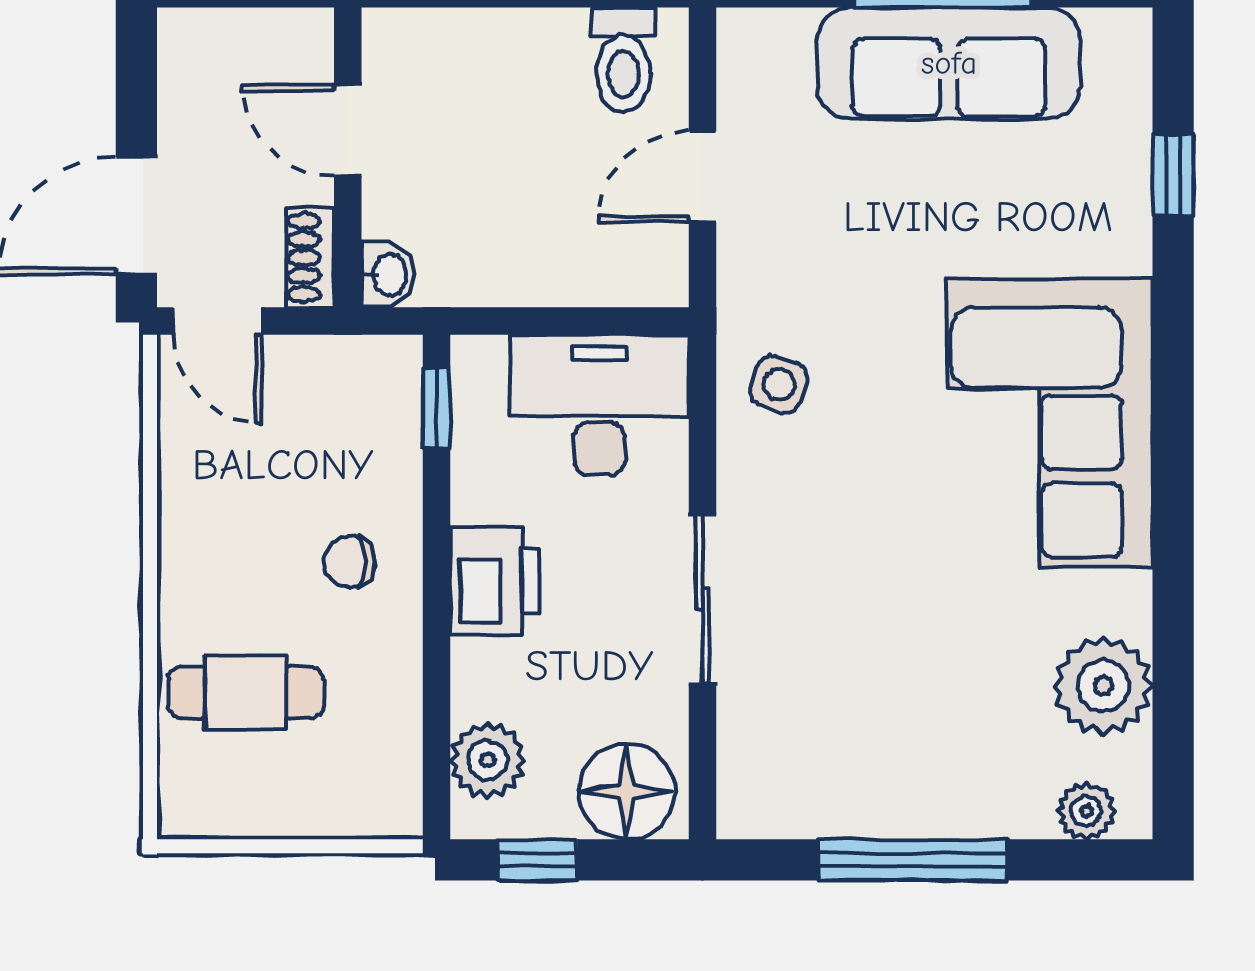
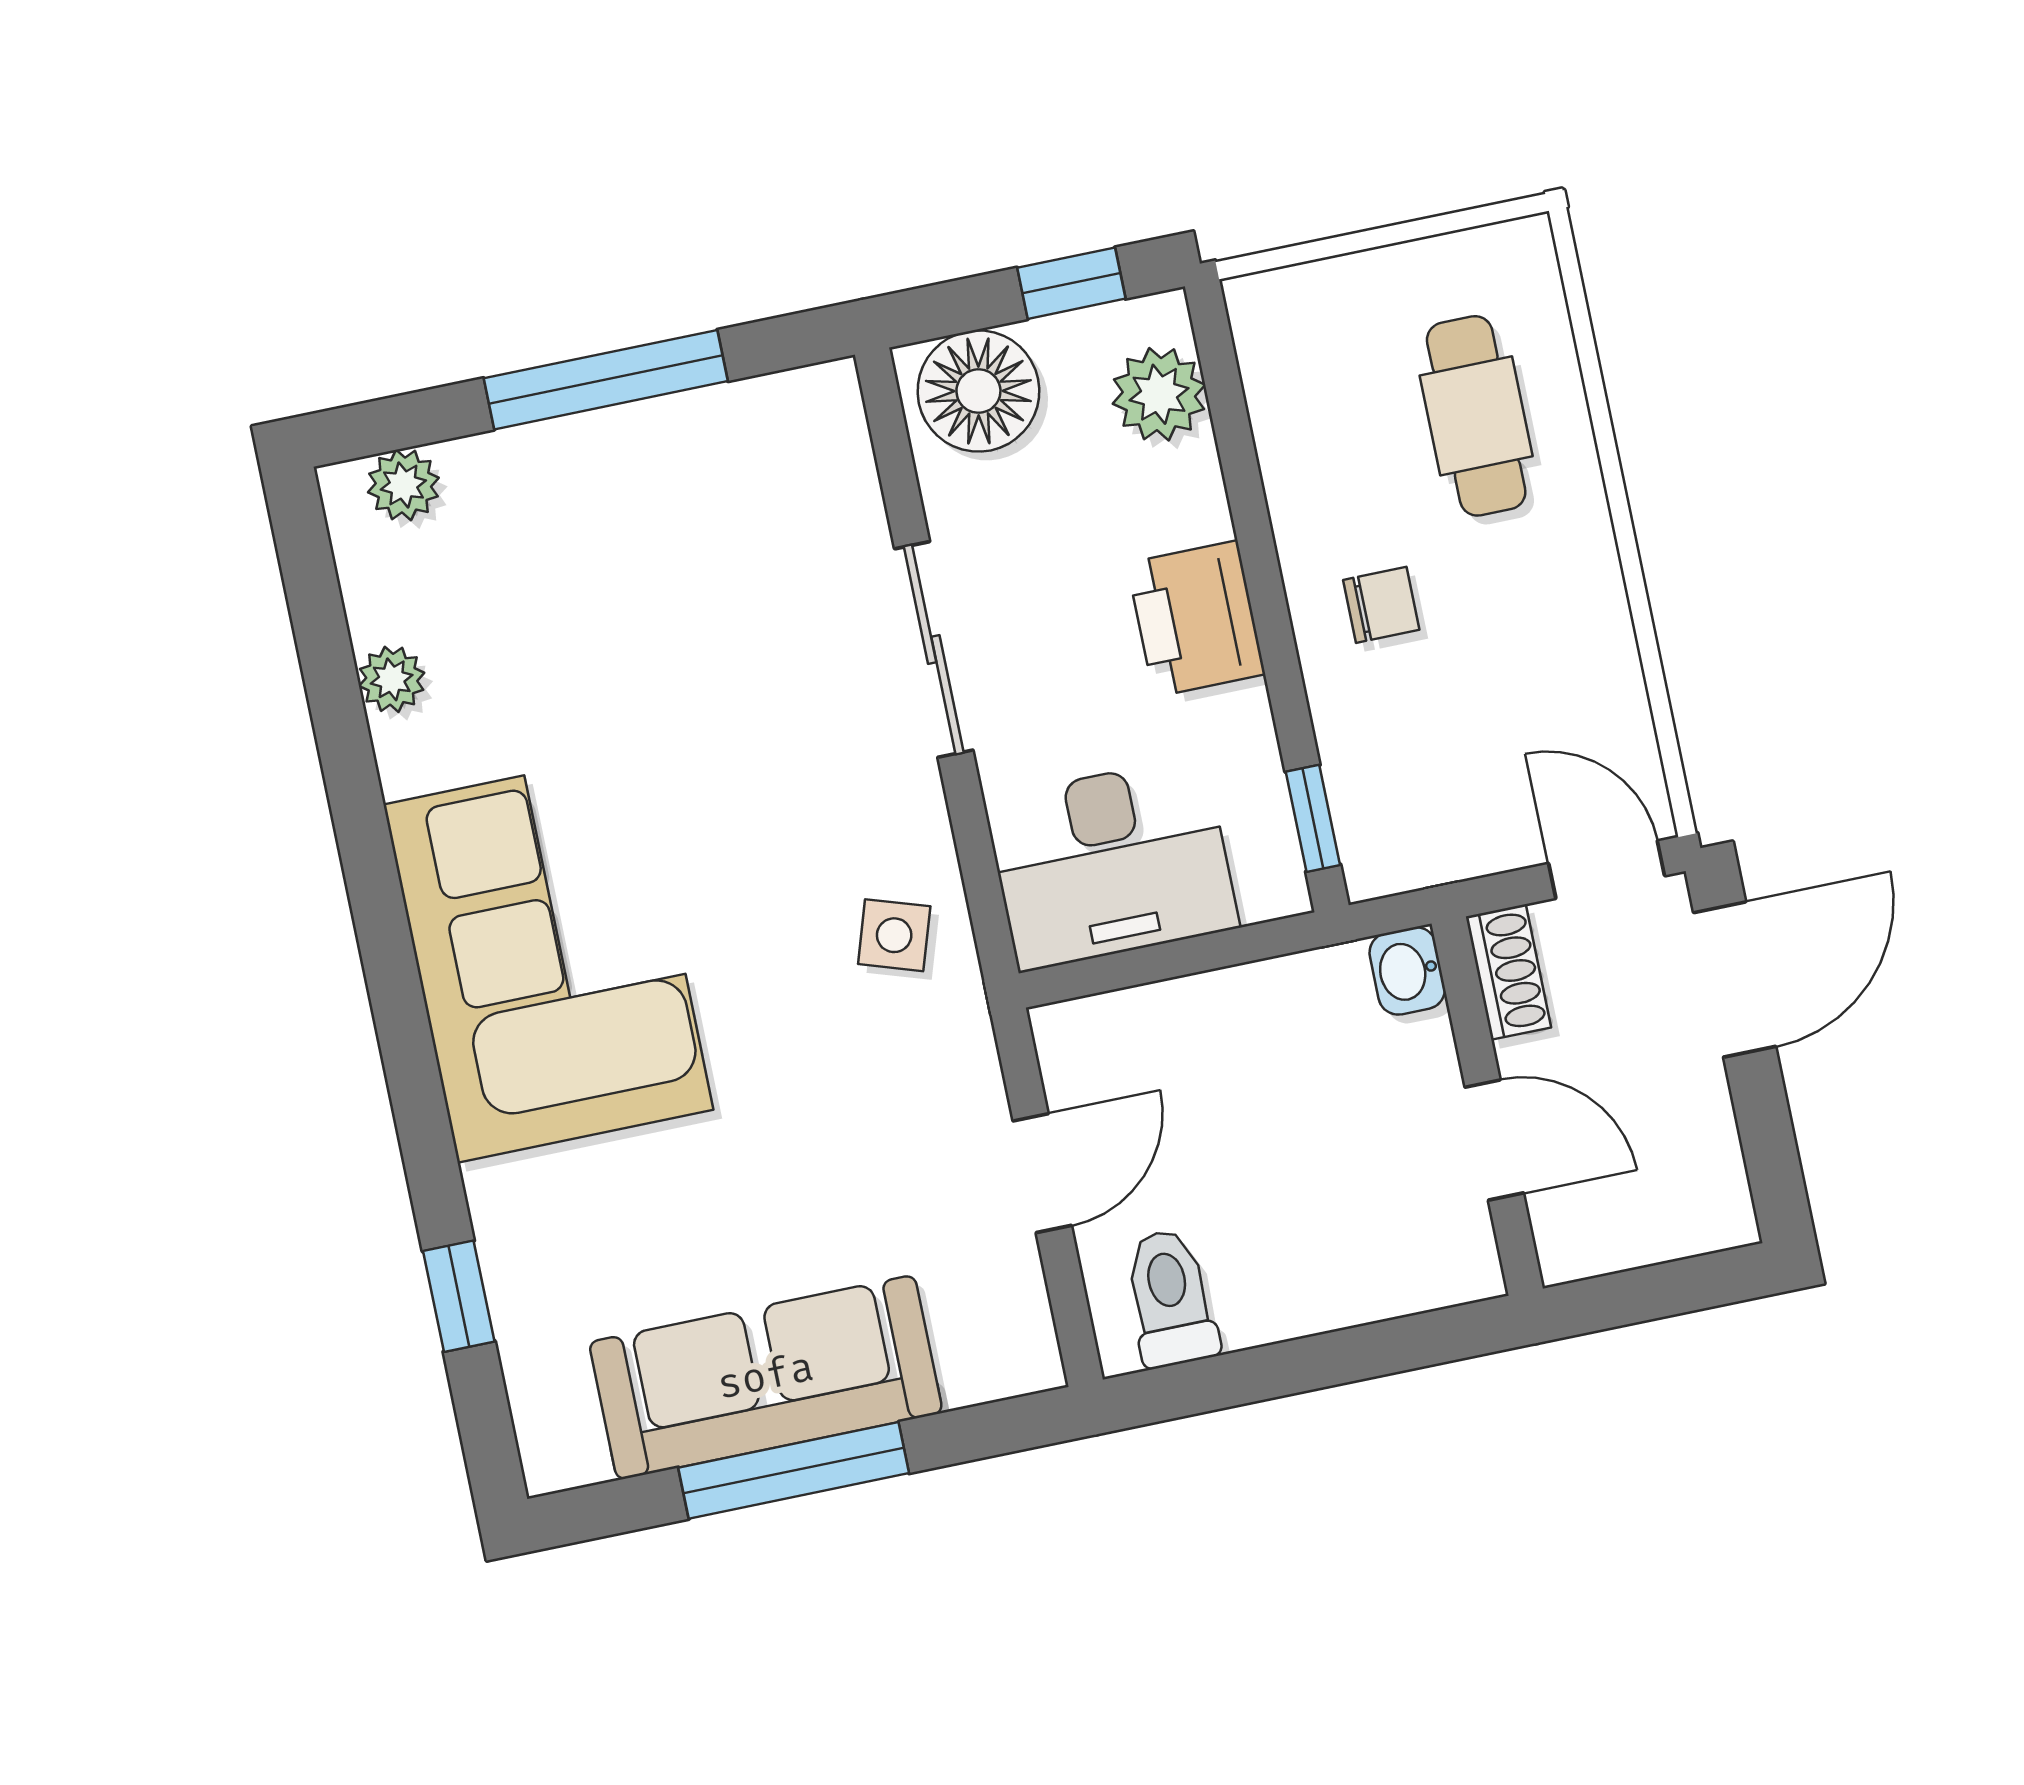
plant: (1103, 686) -> (392, 679), width x0.53, depth x0.53
cafe table: (246, 693) -> (1476, 416), turned 90

